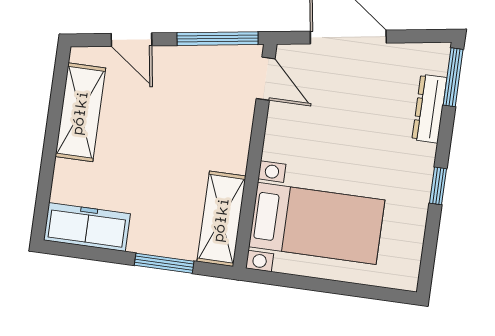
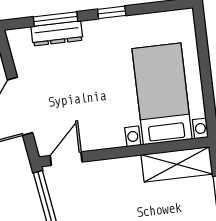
window: (453, 77) -> (56, 19), moved

